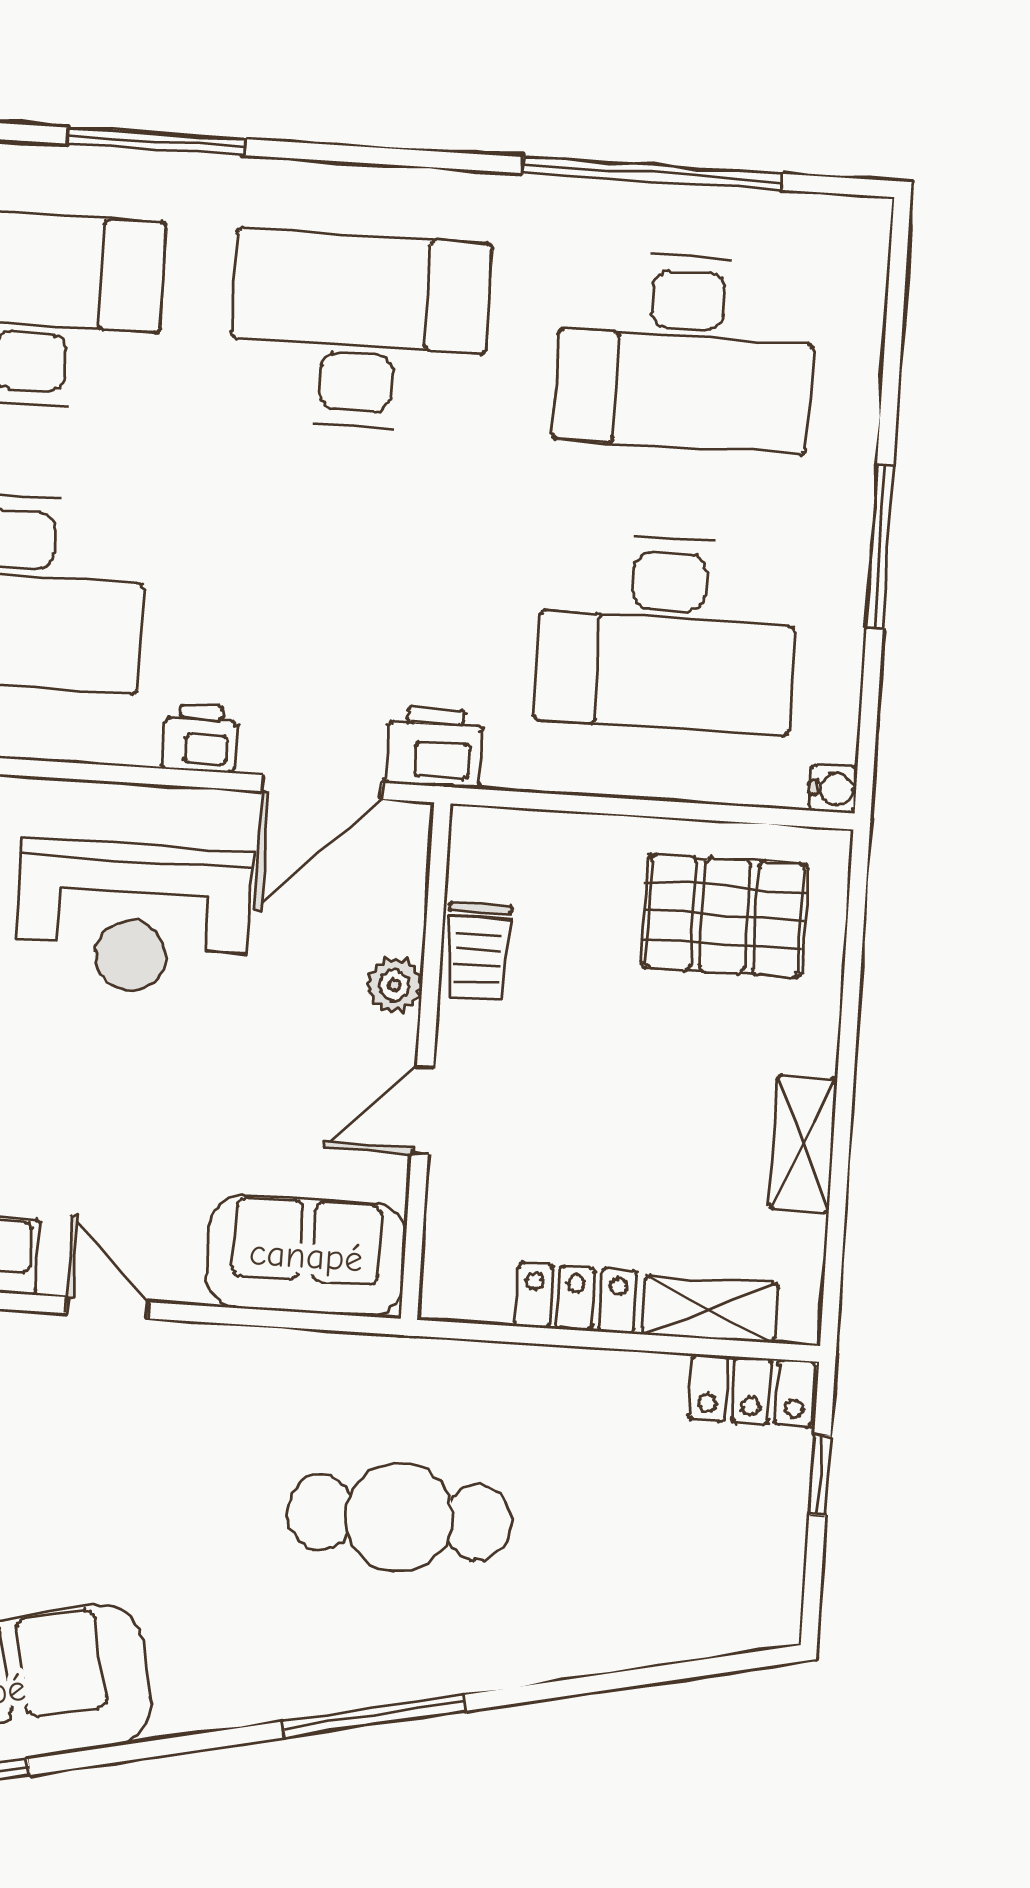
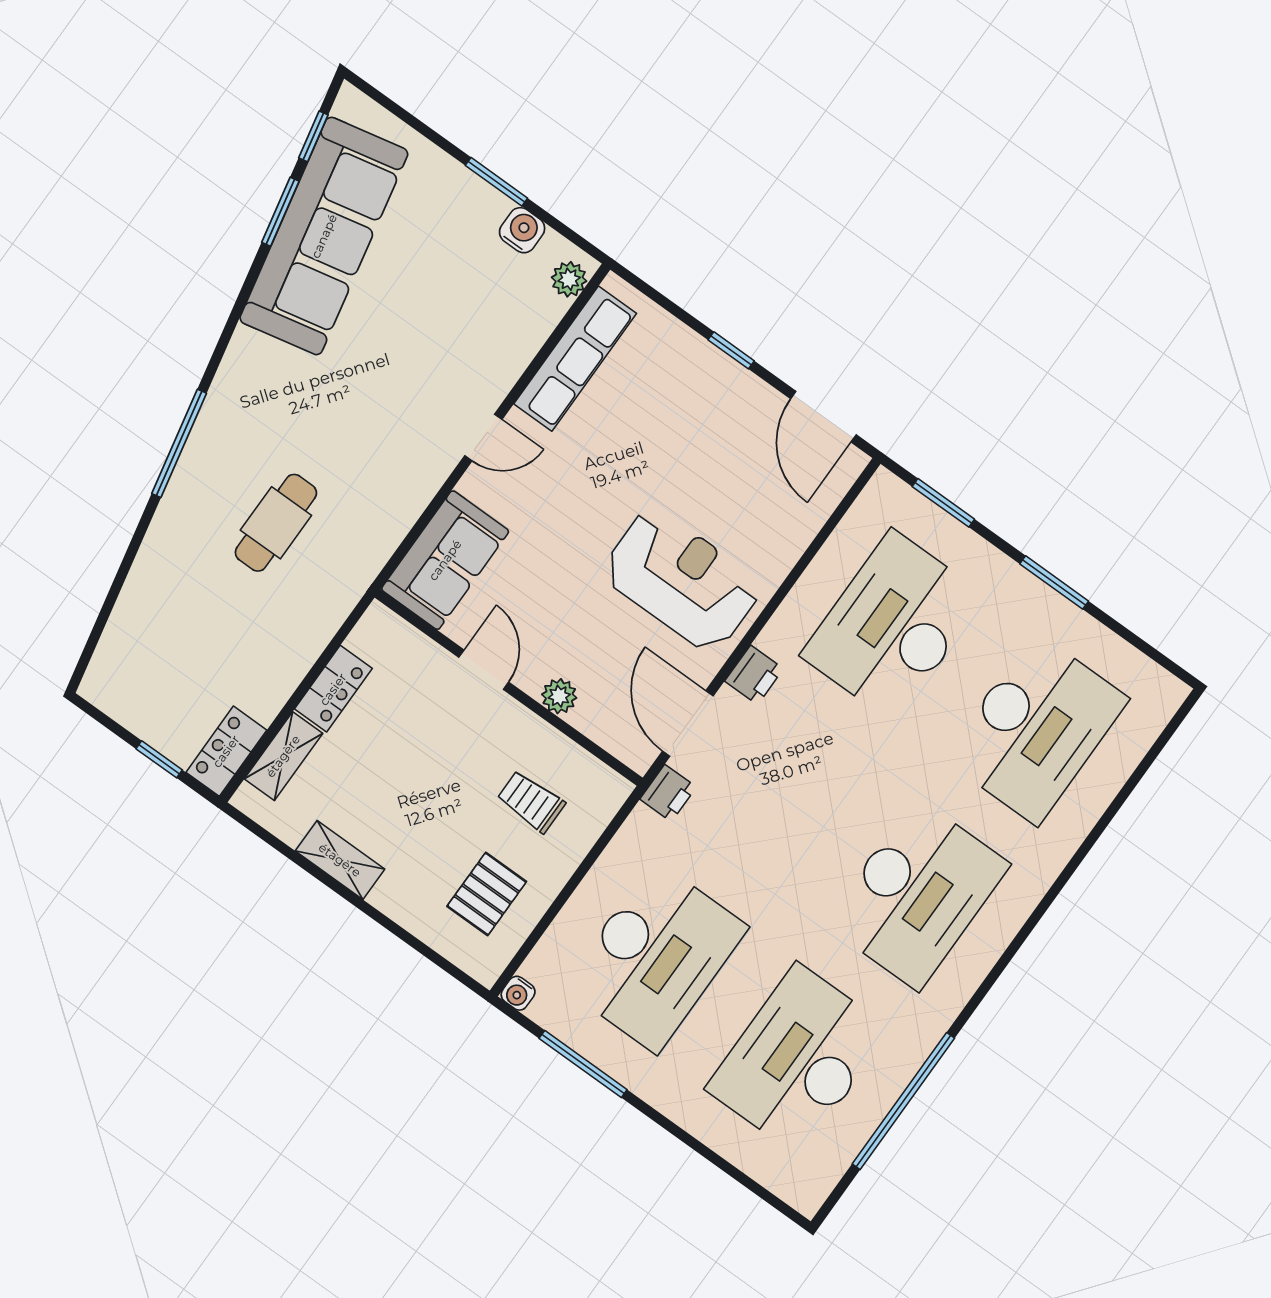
window: (156, 141) -> (1084, 849), removed
window: (880, 547) -> (583, 1064), moved
desk: (667, 633) -> (655, 957), turned 180
printer: (434, 747) -> (668, 793), width x0.73, depth x0.81
pallet: (725, 916) -> (487, 894), width x0.67, depth x0.71
reception desk: (132, 917) -> (682, 580), turned 90
trolley: (478, 951) -> (531, 801), moved
cafe table: (399, 1517) -> (276, 523), width x0.73, depth x0.74

